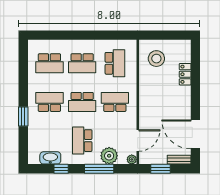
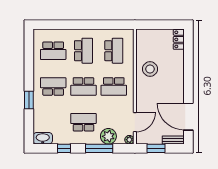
stool: (156, 59) -> (150, 69), moved
school desk: (82, 63) -> (83, 51), turned -90
locker: (185, 74) -> (179, 39), moved
school desk: (115, 102) -> (114, 86), turned 180
school desk: (82, 141) -> (83, 122), turned 90
washbasin: (50, 158) -> (43, 138), moved

